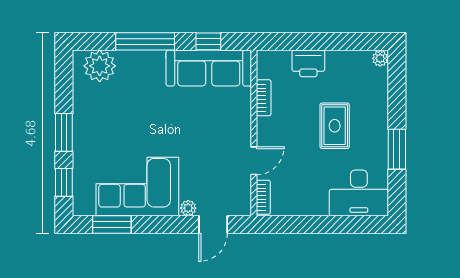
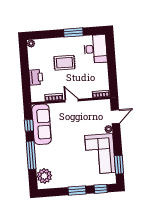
door: (254, 161) -> (72, 101), moved
door: (213, 225) -> (115, 117), hinge flipped

